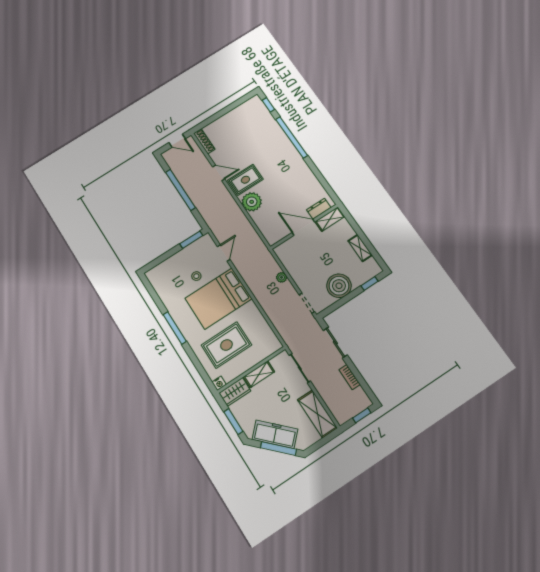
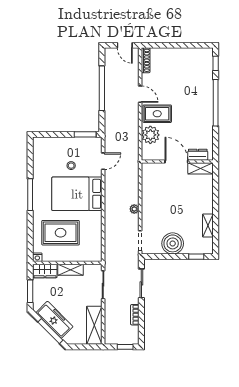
dresser: (319, 209) -> (198, 155), moved
shelving: (330, 219) -> (201, 168), moved
door: (303, 227) -> (176, 161), moved
wall: (304, 227) -> (177, 161), moved

